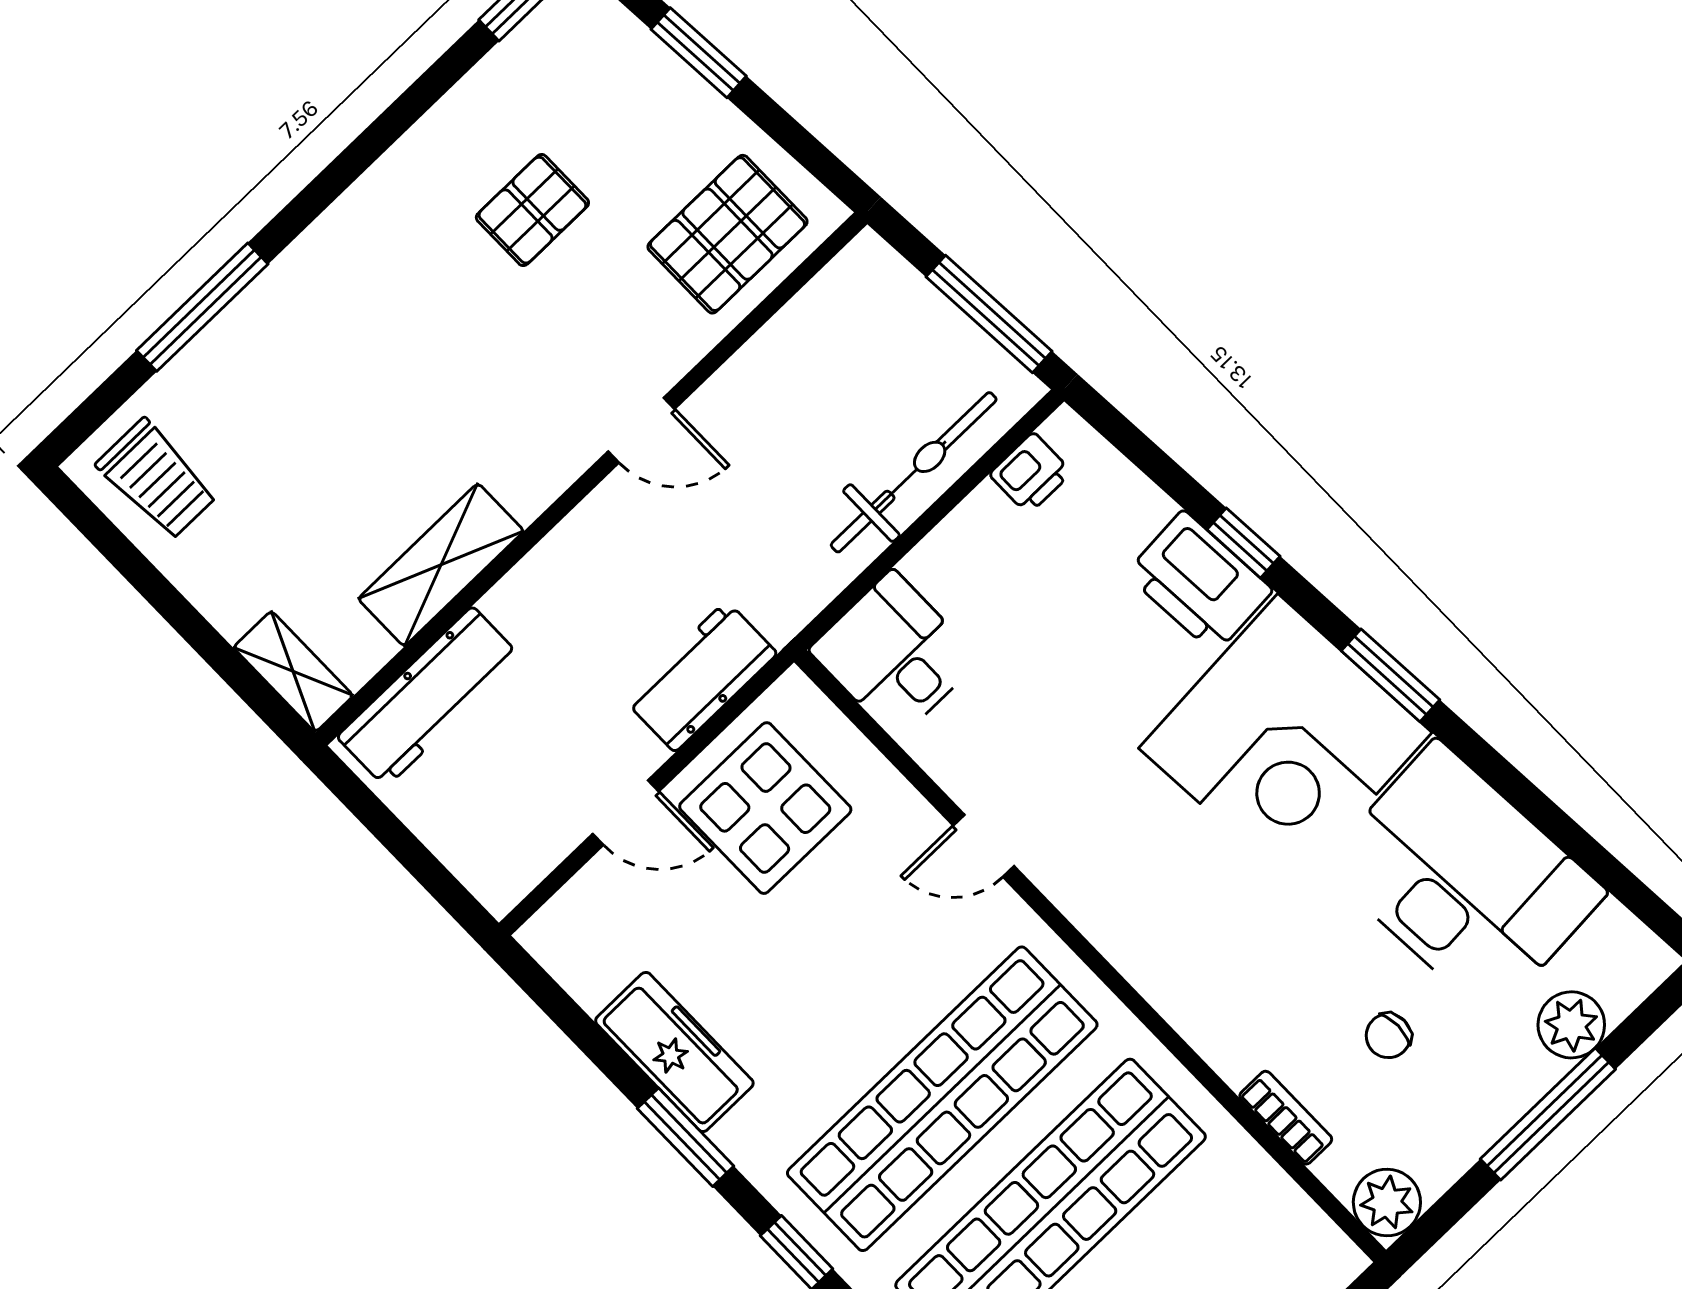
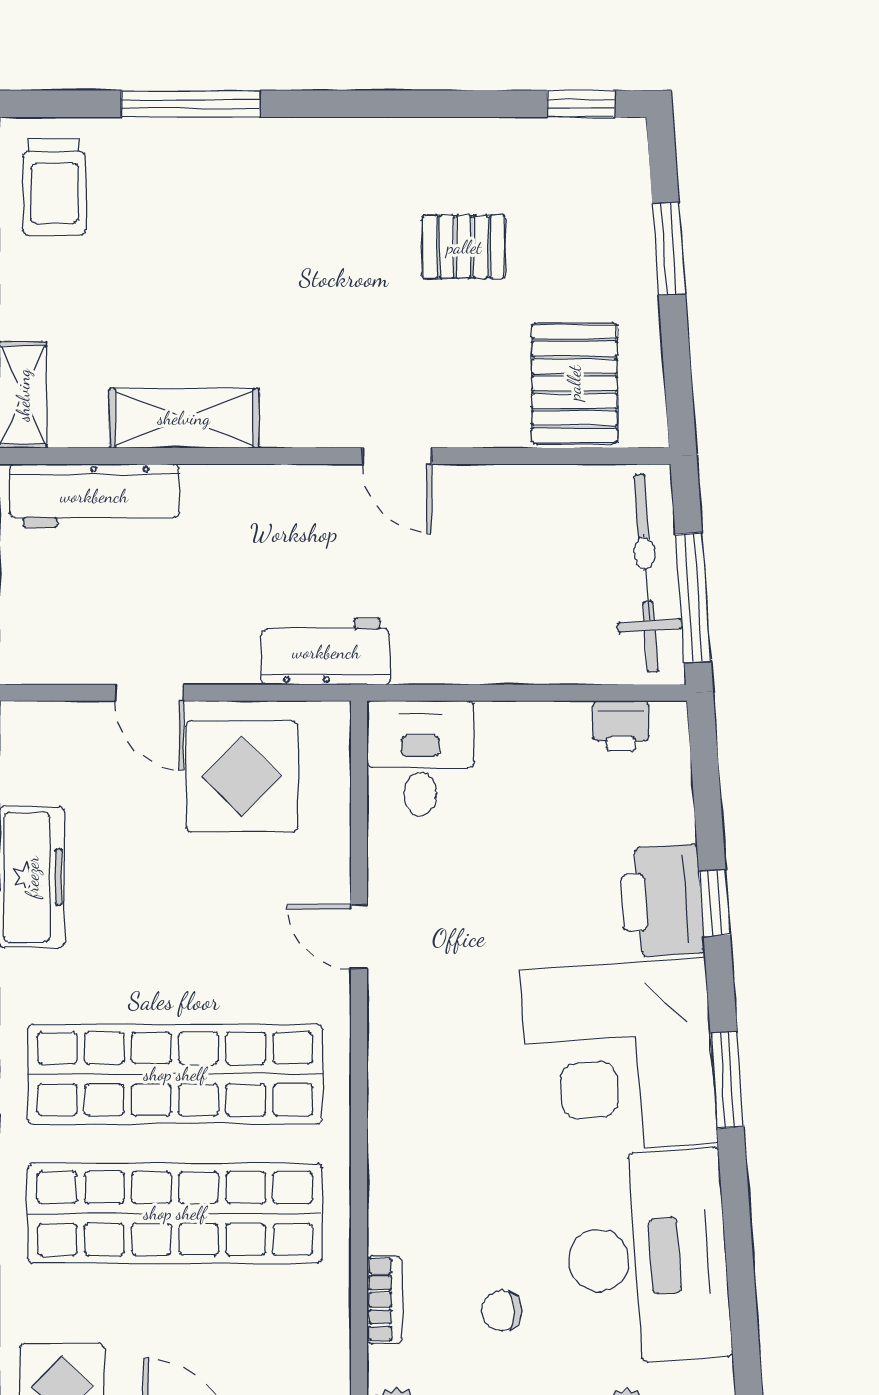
pallet: (728, 234) -> (574, 383), turned 90
bicycle: (914, 472) -> (646, 573), moved, turned -94
workbench: (701, 676) -> (326, 652), moved

